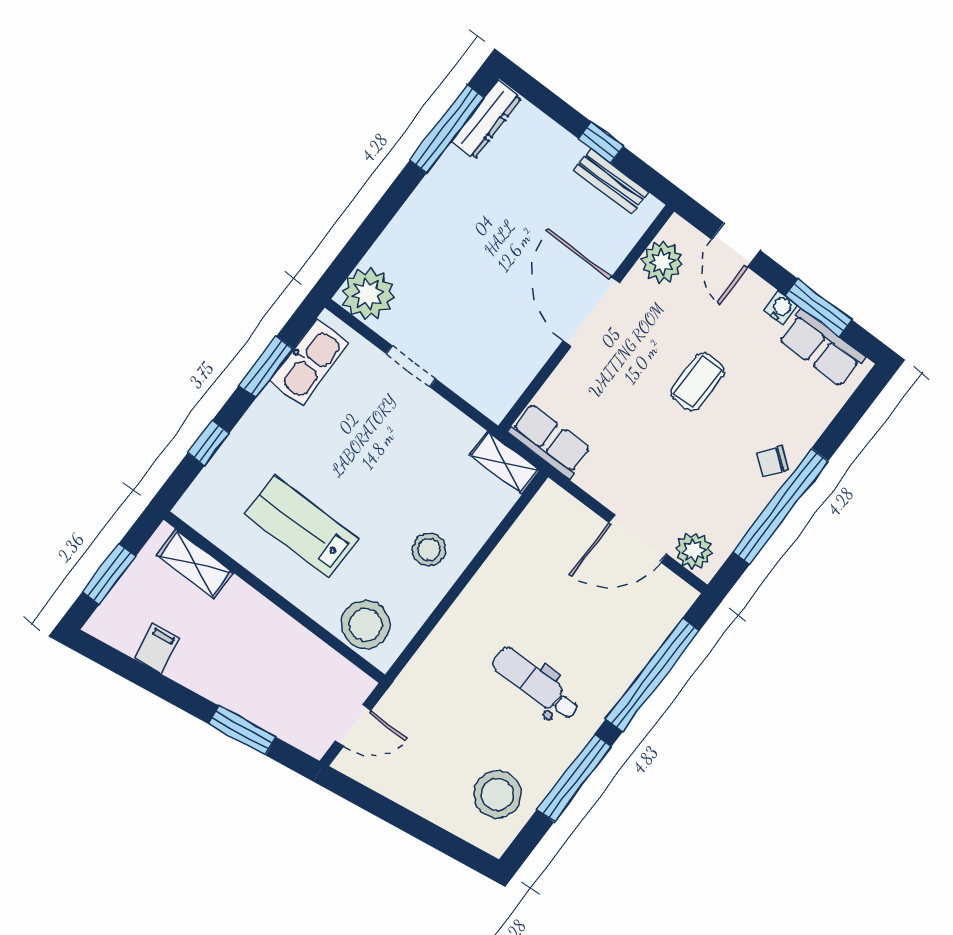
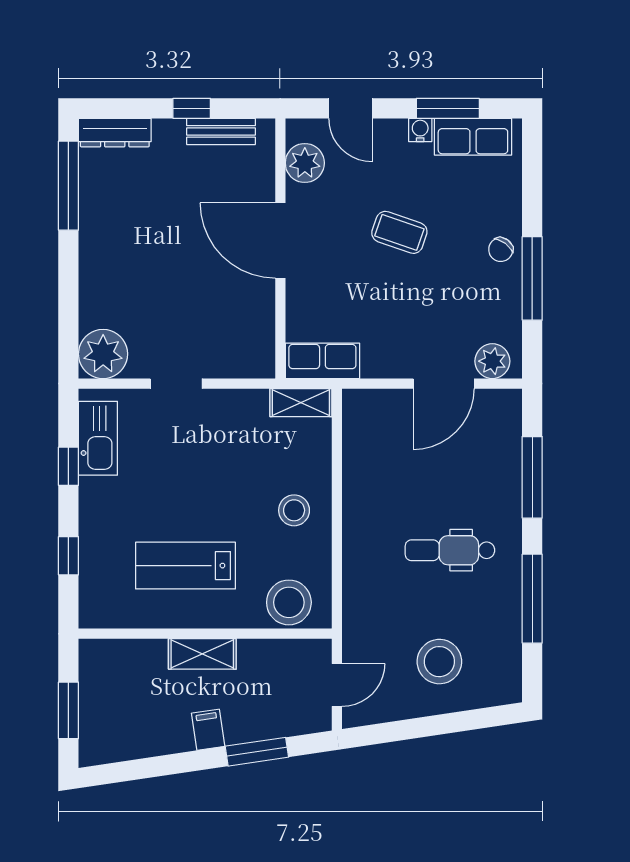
dresser: (486, 120) -> (115, 133), moved, turned 90
window: (266, 367) -> (68, 466), width x0.67
coffee table: (698, 382) -> (399, 232), turned -71
window: (781, 506) -> (532, 278), width x0.68
shelving: (195, 564) -> (202, 654), moved
filing cabinet: (157, 648) -> (208, 730), moved
window: (652, 675) -> (532, 477), width x0.68
stool: (497, 794) -> (439, 662), moved

